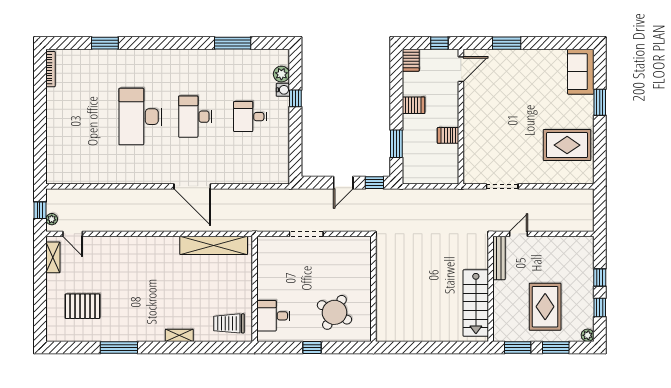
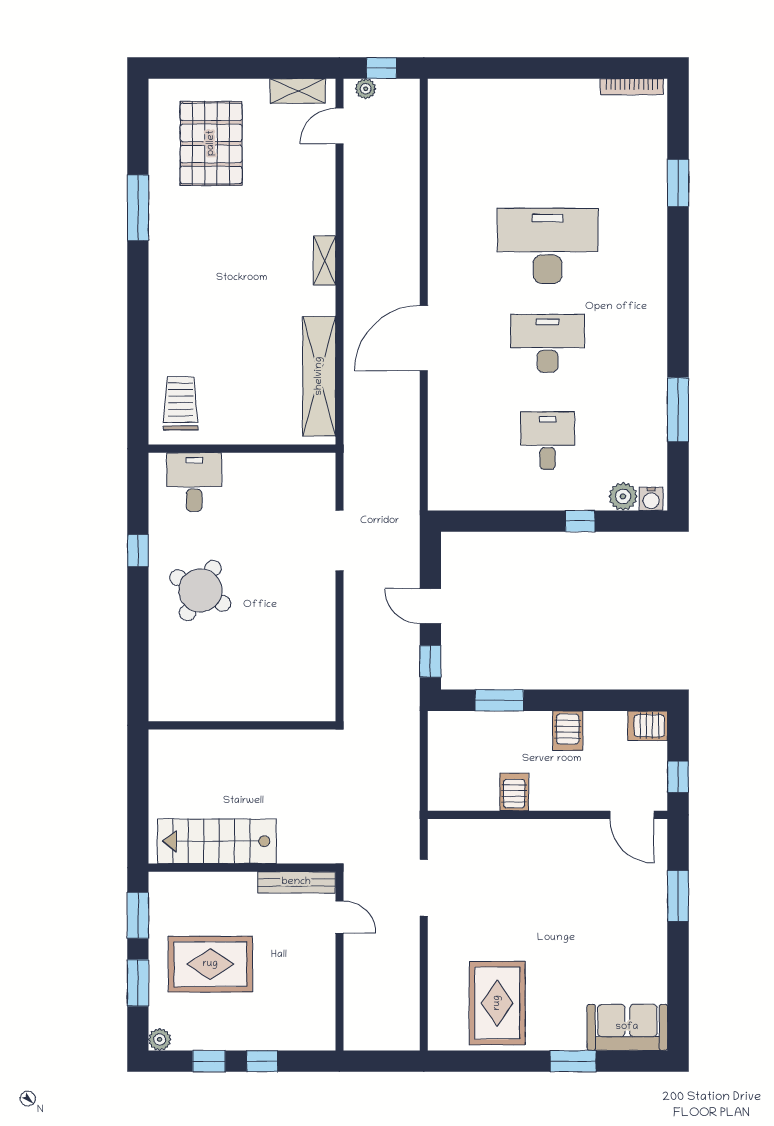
water cooler: (283, 90) -> (651, 499), moved
wall: (373, 289) -> (242, 725), moved
pallet: (82, 306) -> (211, 143), width x1.37, depth x1.41
shelving: (179, 335) -> (324, 260), moved

